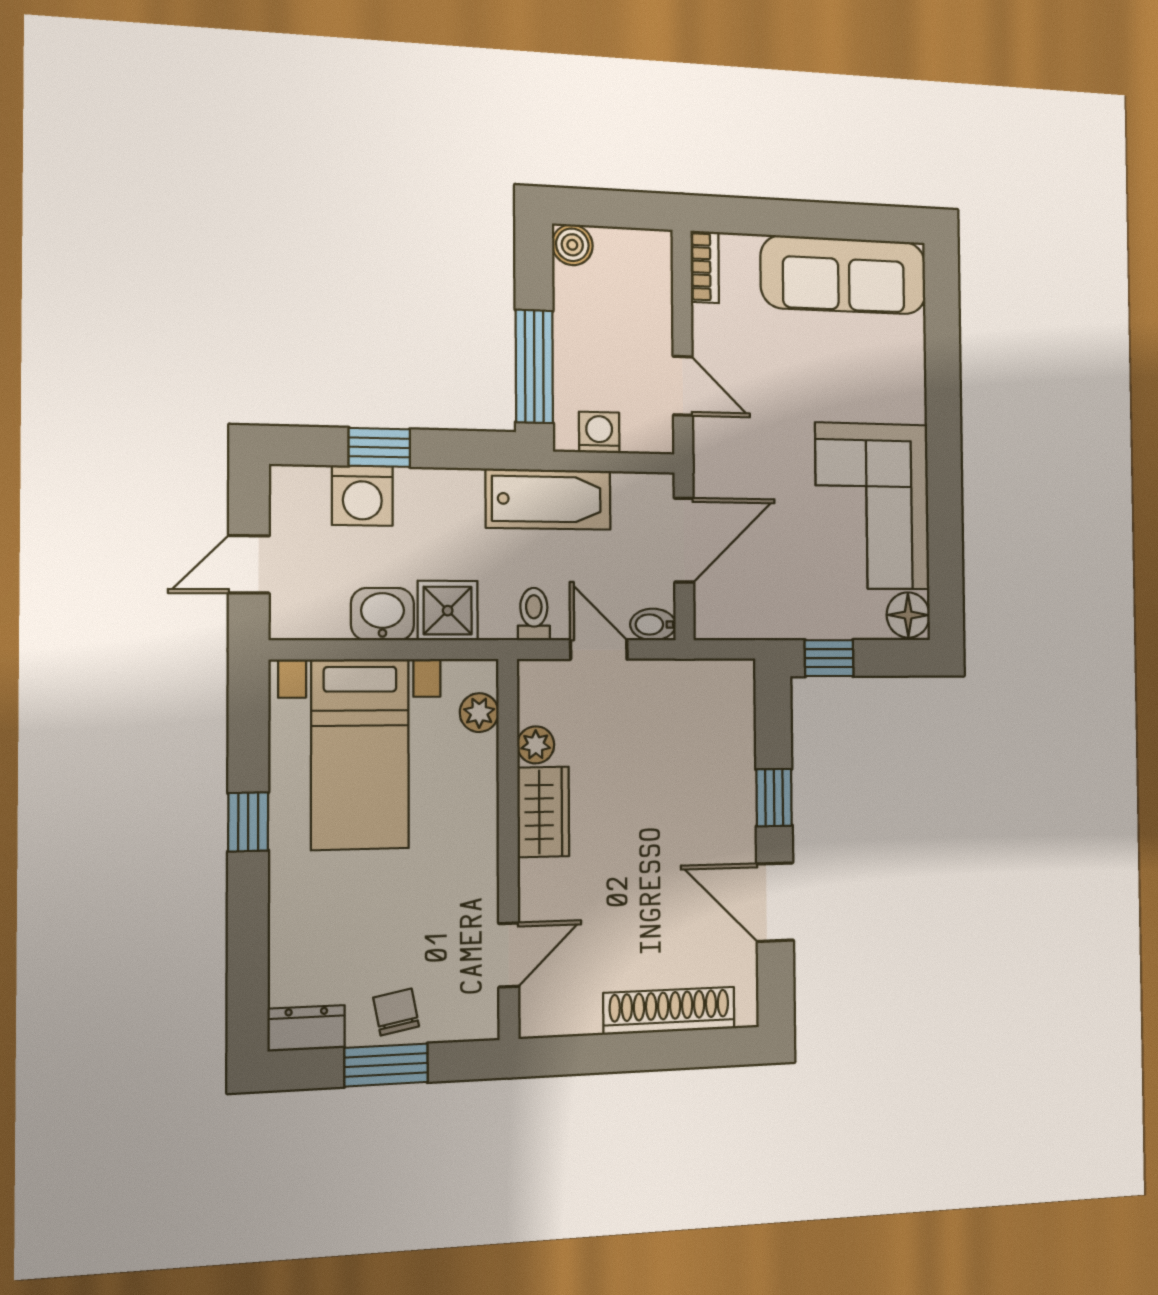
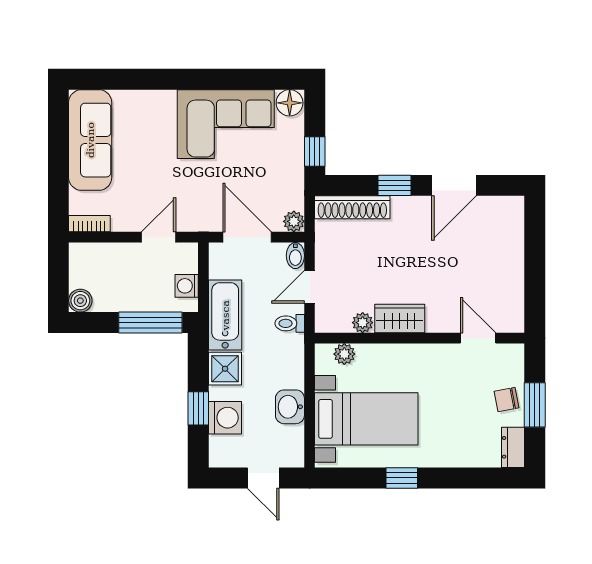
shower: (448, 611) -> (225, 369), moved
plant: (711, 622) -> (294, 221), added
shoe rack: (669, 1011) -> (352, 207), moved, turned -90

